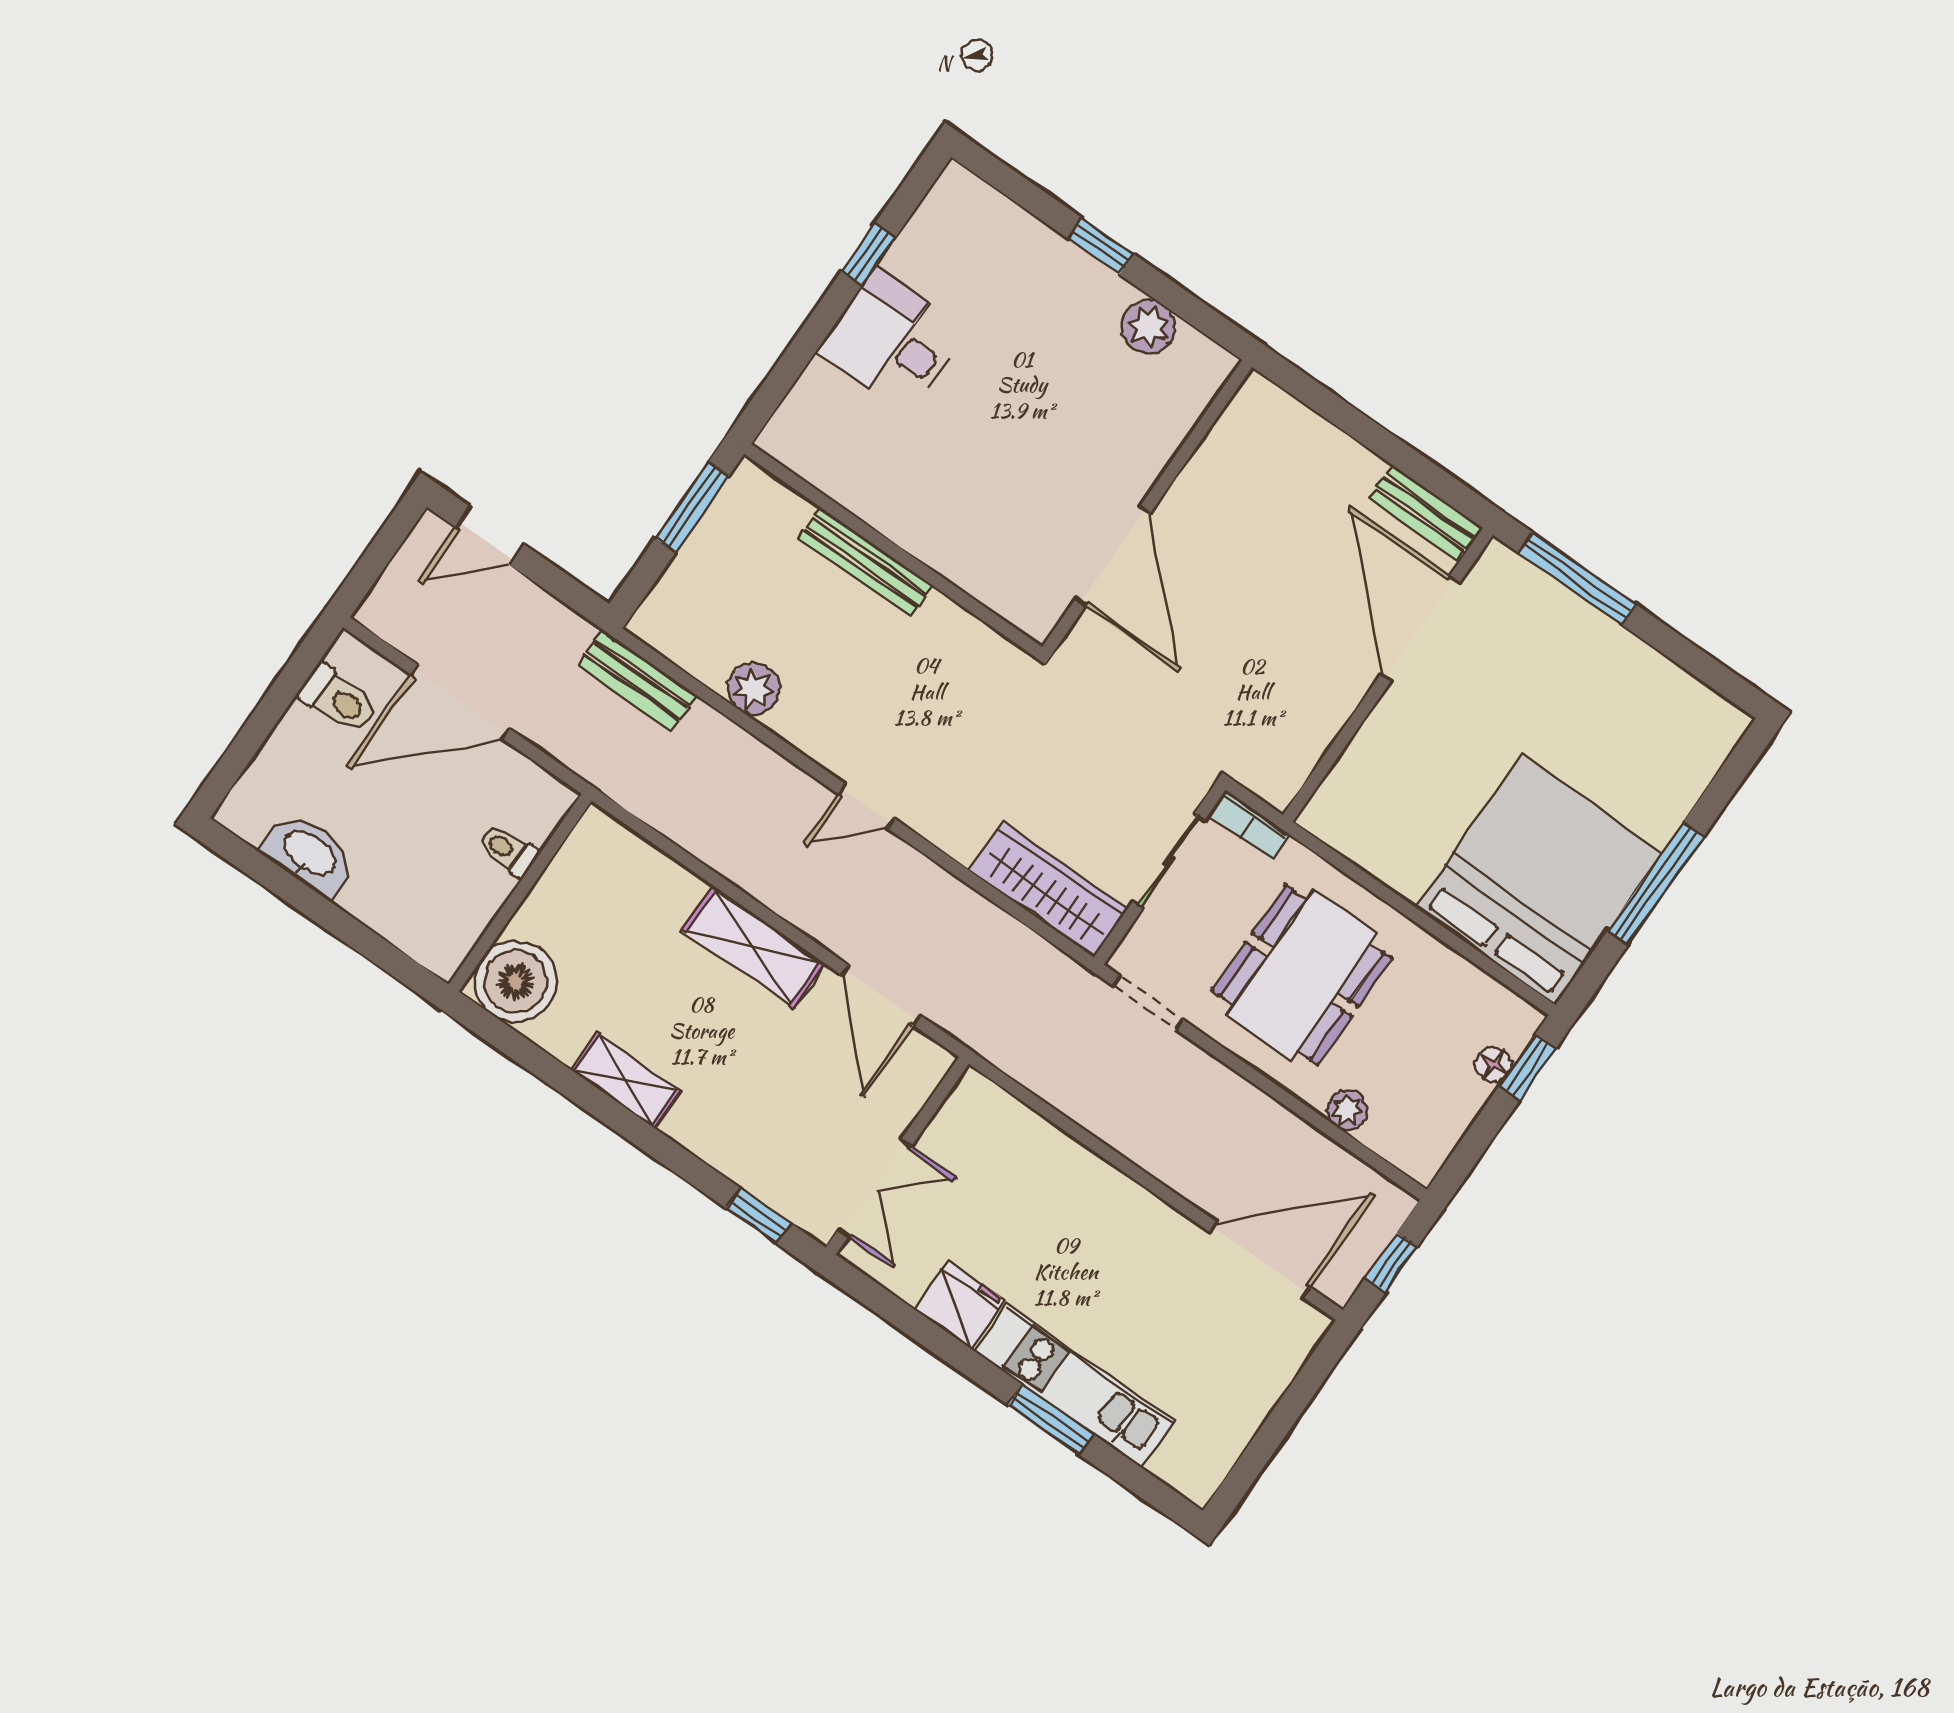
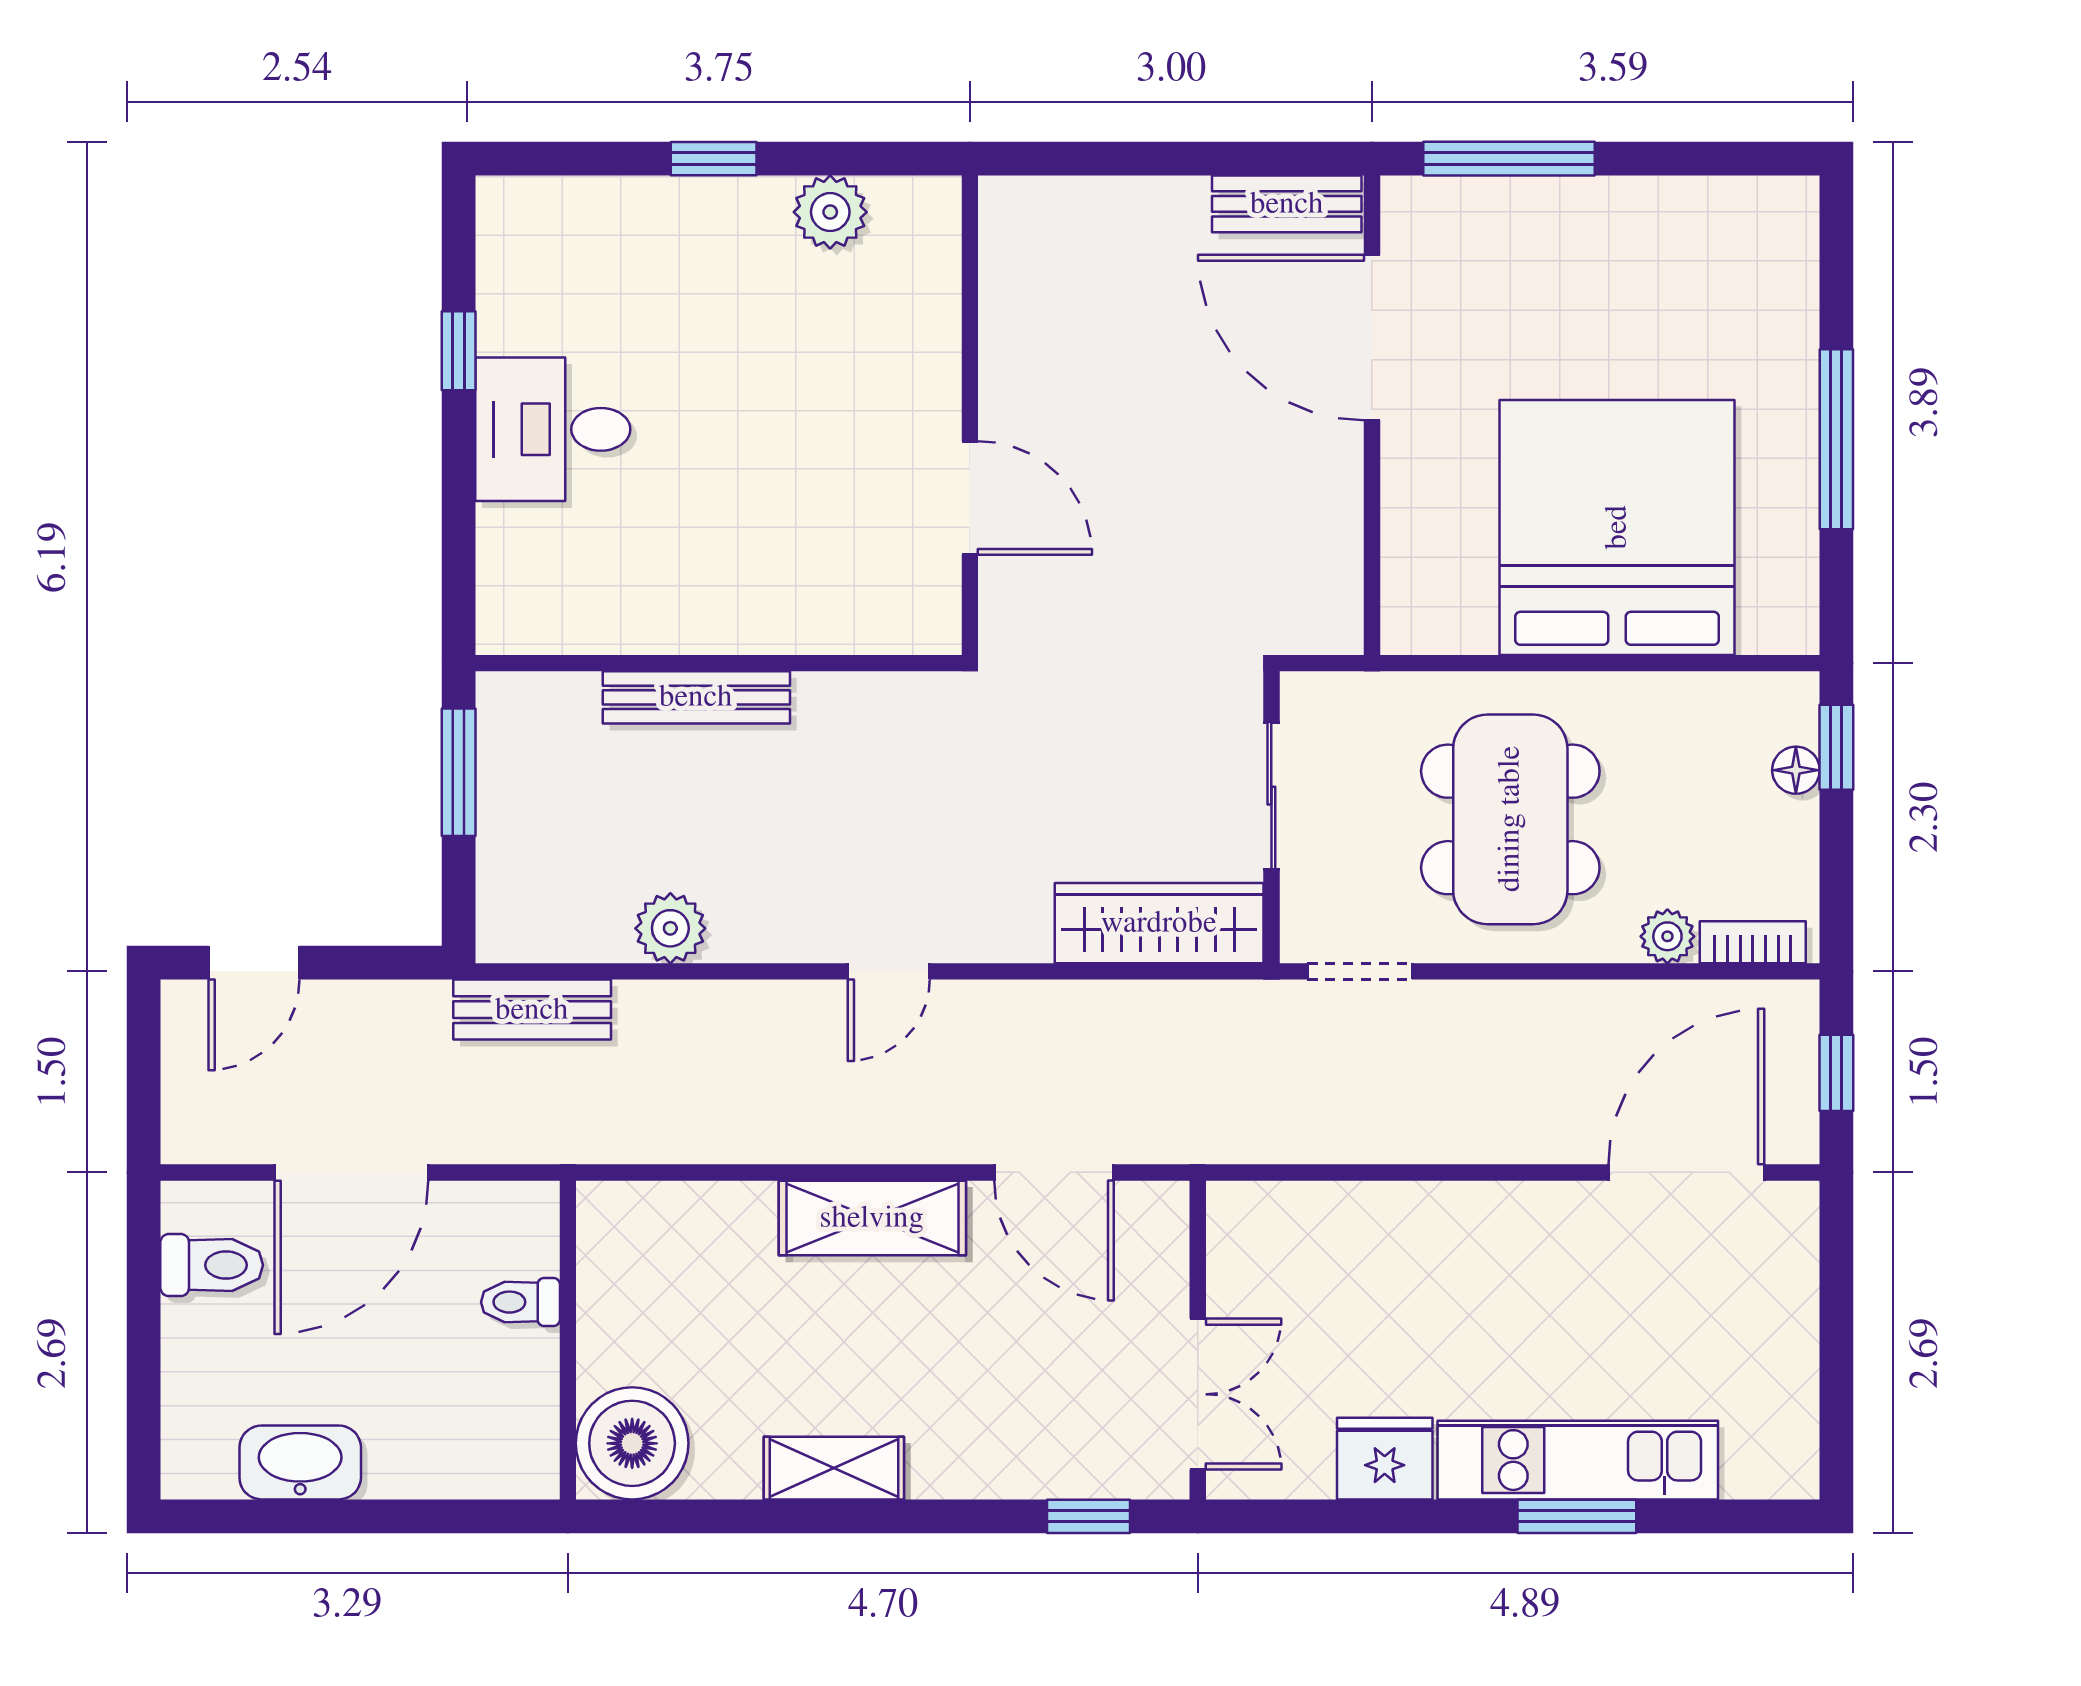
door: (1113, 556) -> (970, 498), width x0.73
bookcase: (1248, 824) -> (1753, 942), moved, turned 180
bed: (1539, 880) -> (1617, 527), moved

